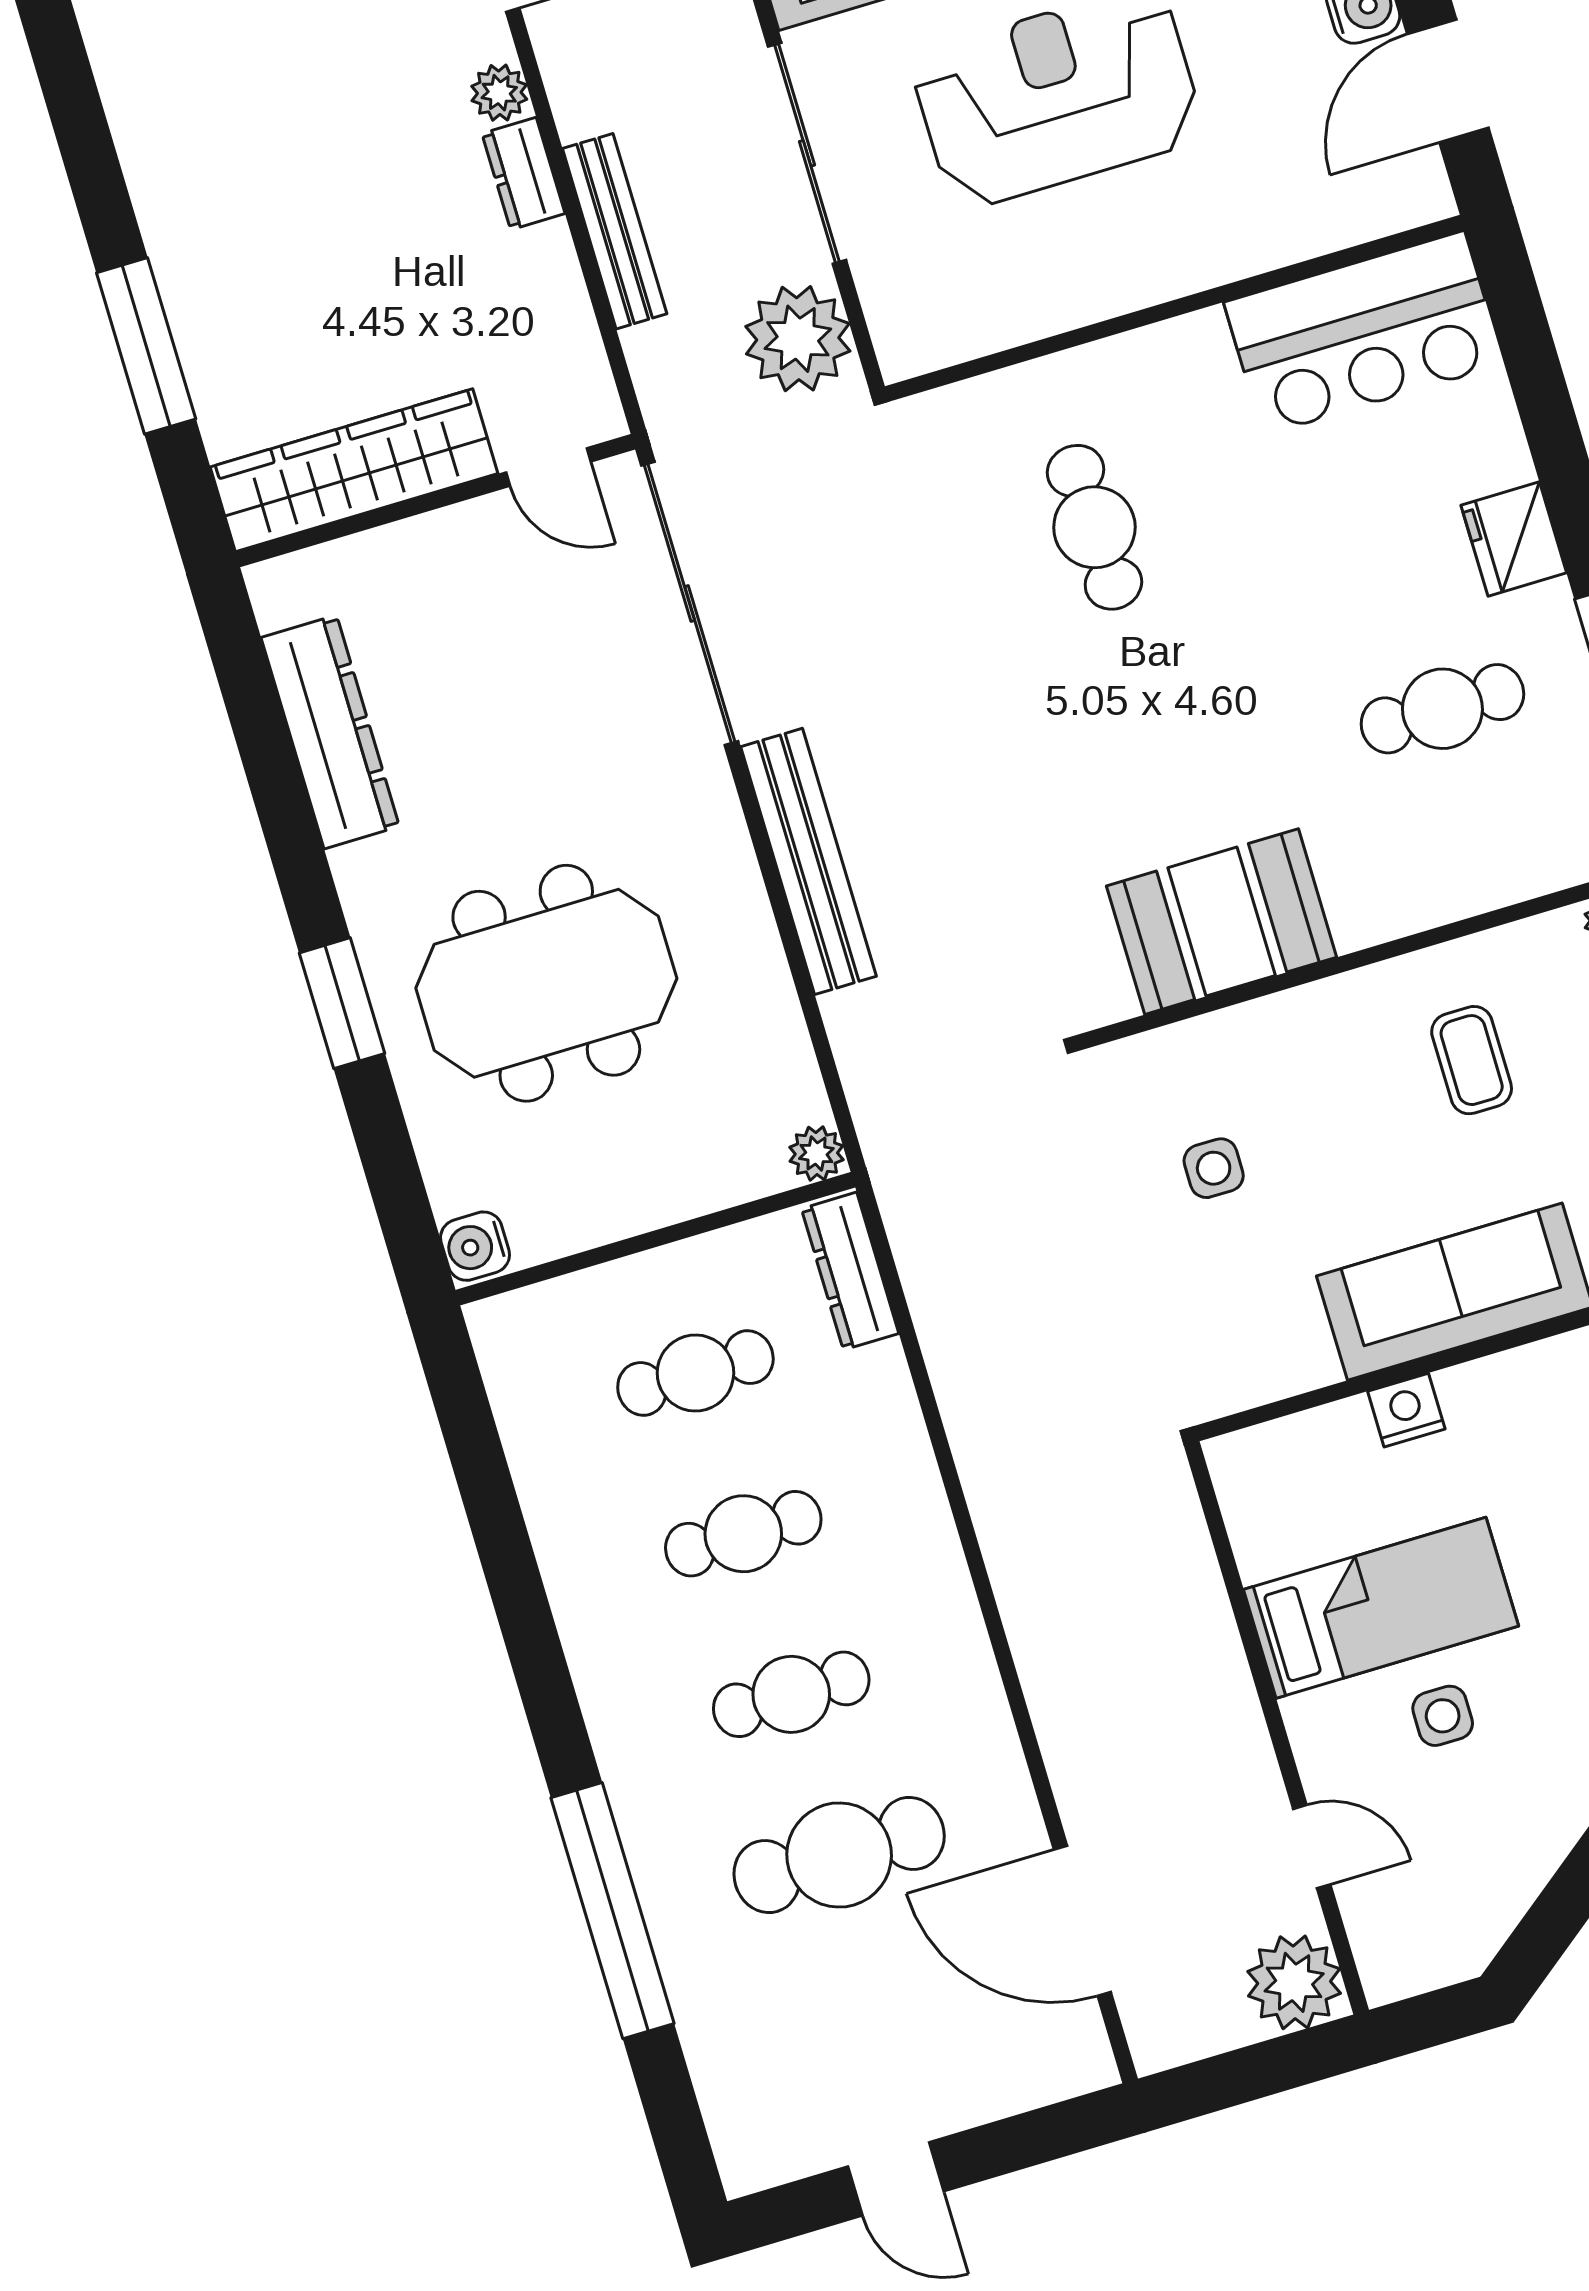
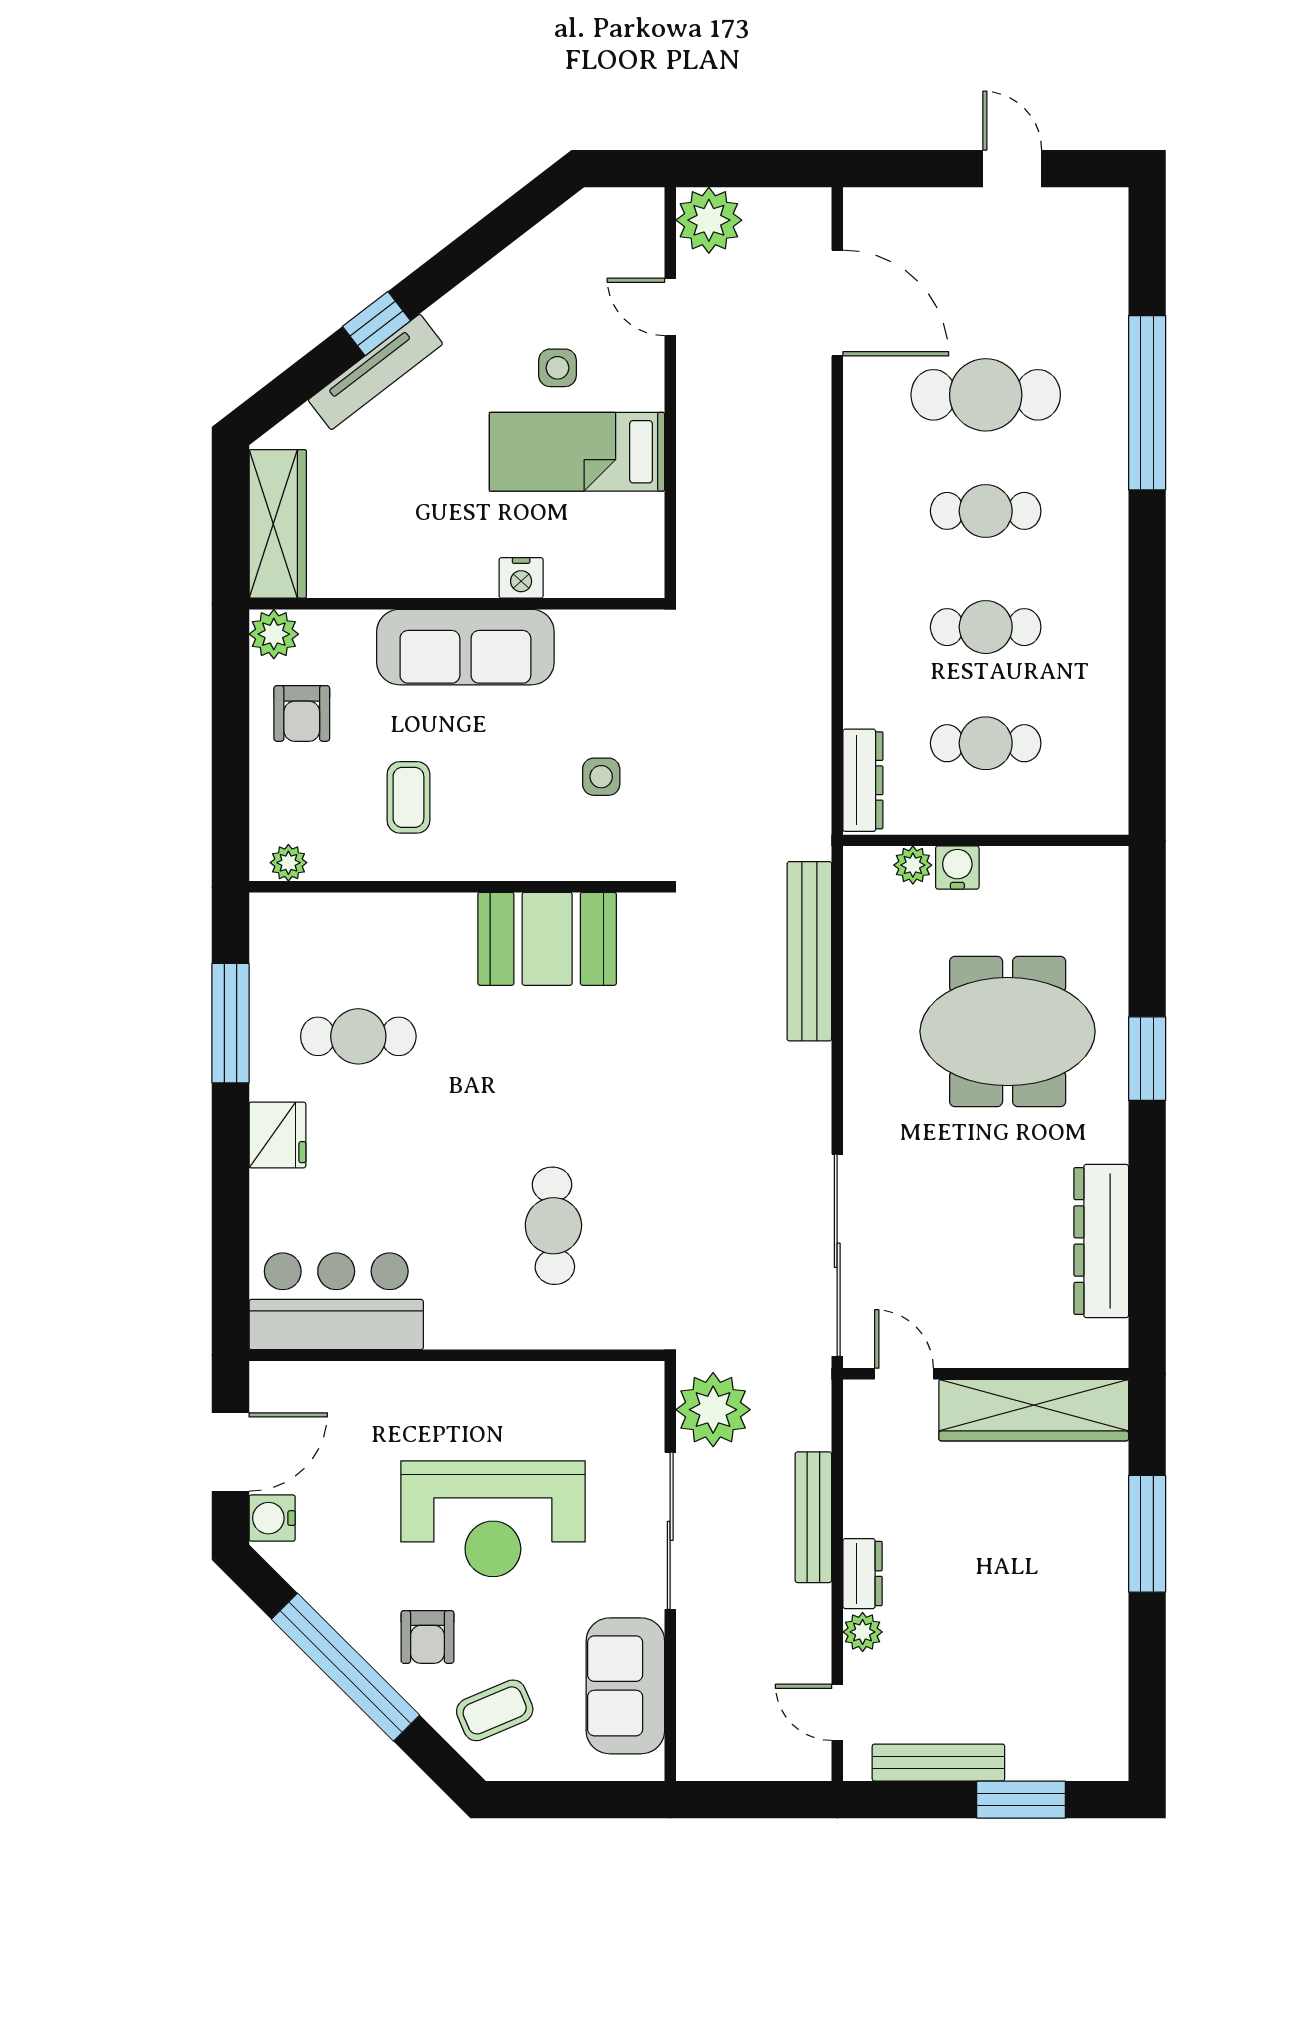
bench: (809, 861) -> (809, 951), moved
plant: (816, 1154) -> (913, 865), moved
water cooler: (475, 1246) -> (957, 868), moved, turned -90

